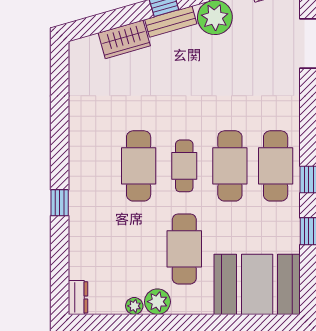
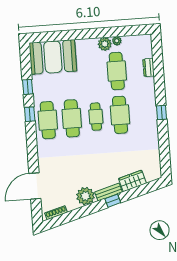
window: (60, 203) -> (162, 112), moved
cafe table: (184, 249) -> (117, 71), moved
dresser: (78, 297) -> (149, 68), moved

